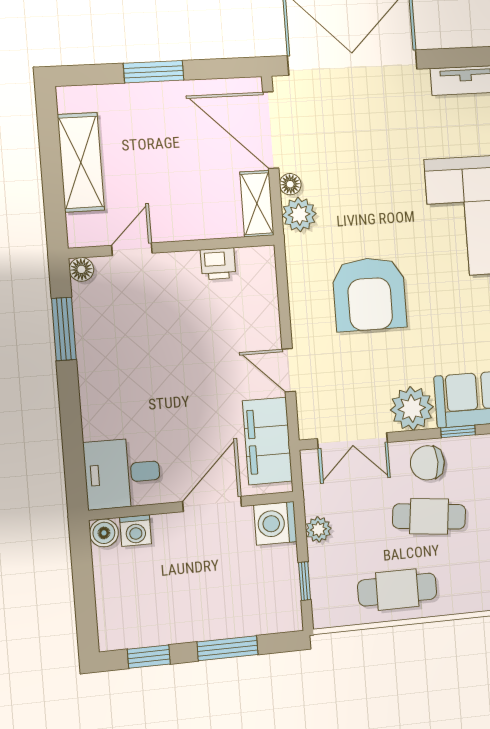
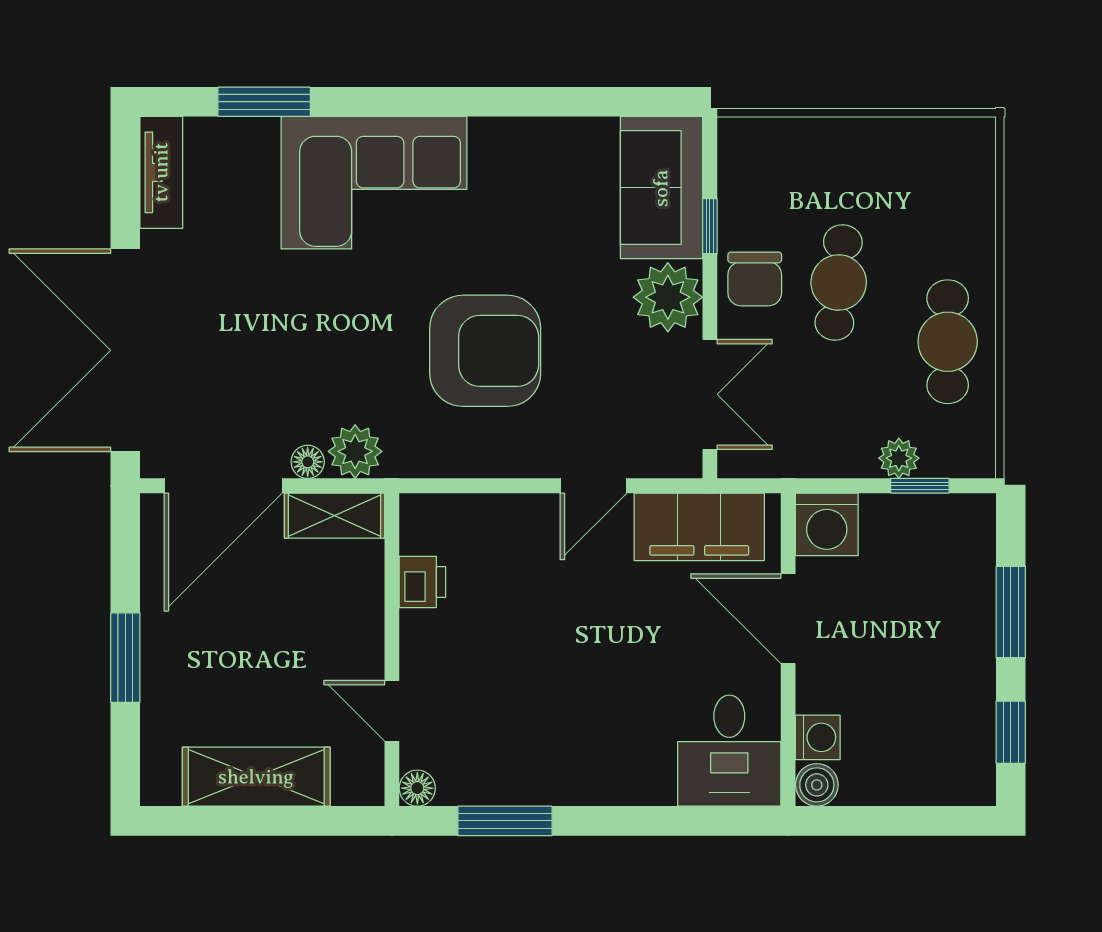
plant: (318, 529) -> (899, 458), moved

